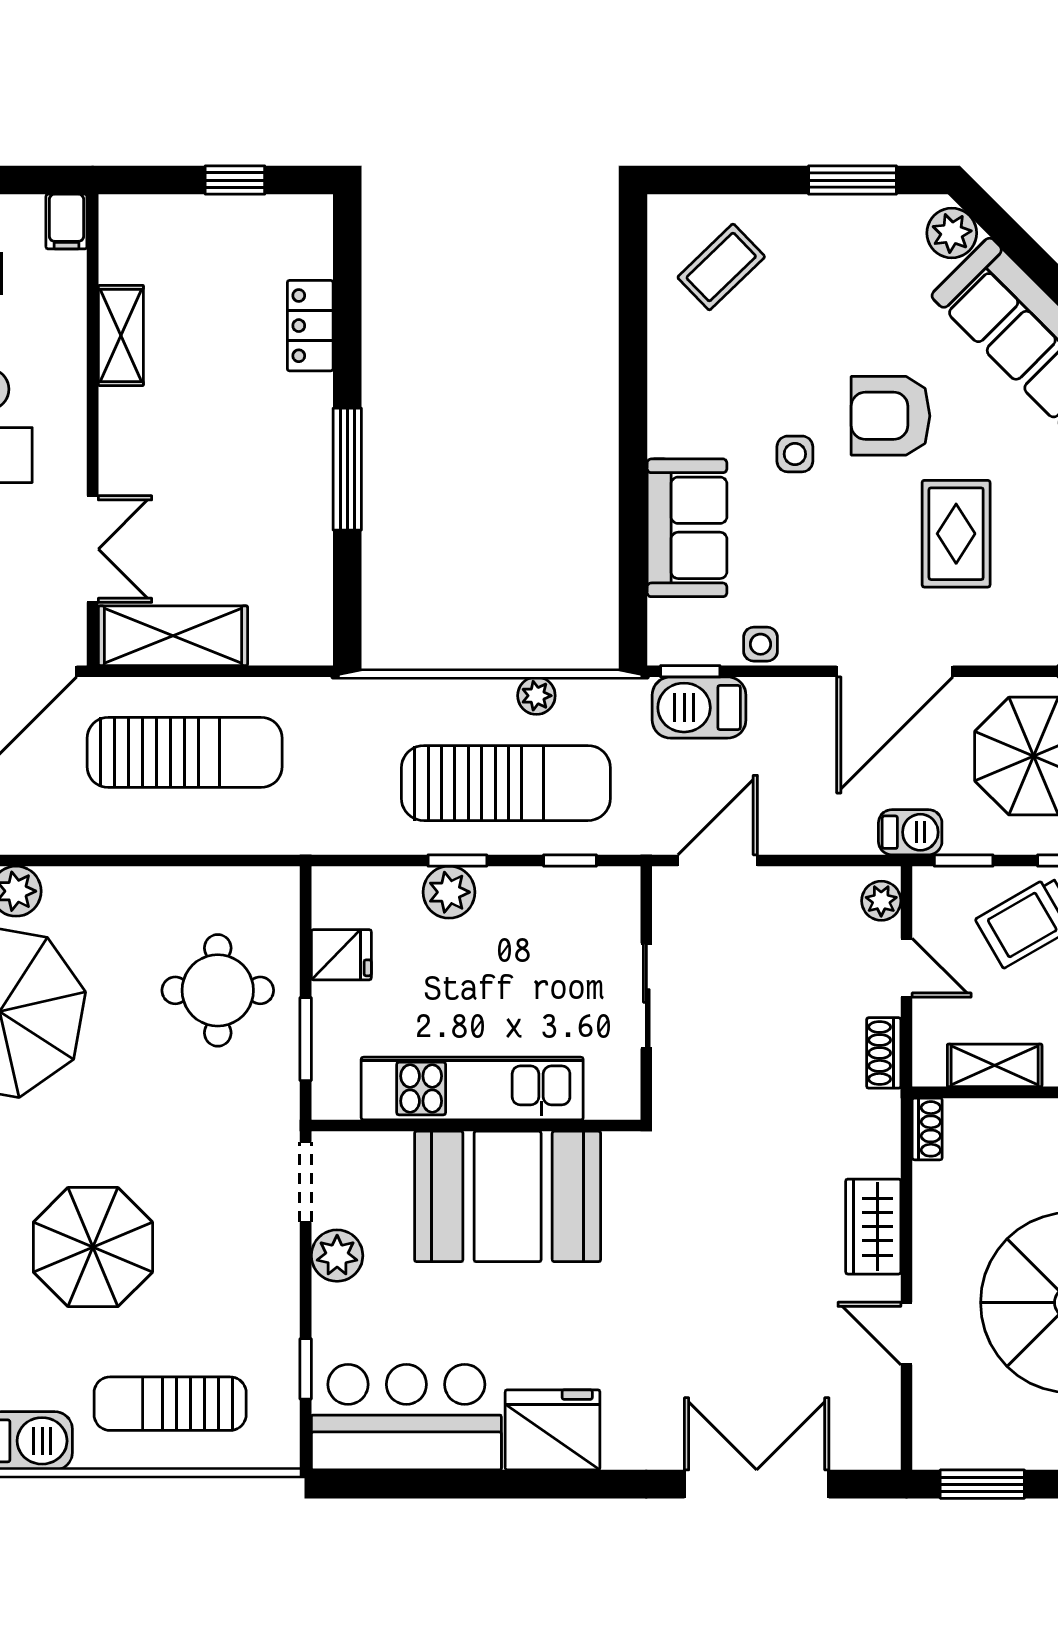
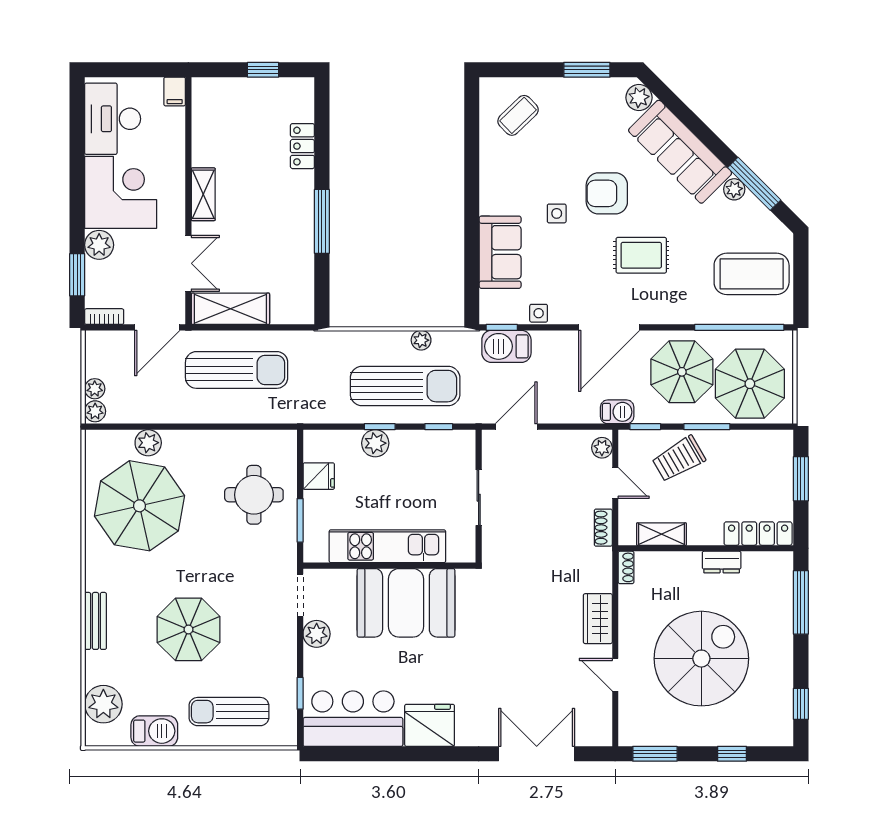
shelving: (121, 335) -> (203, 194), moved
rug: (956, 534) -> (641, 255), turned 90

